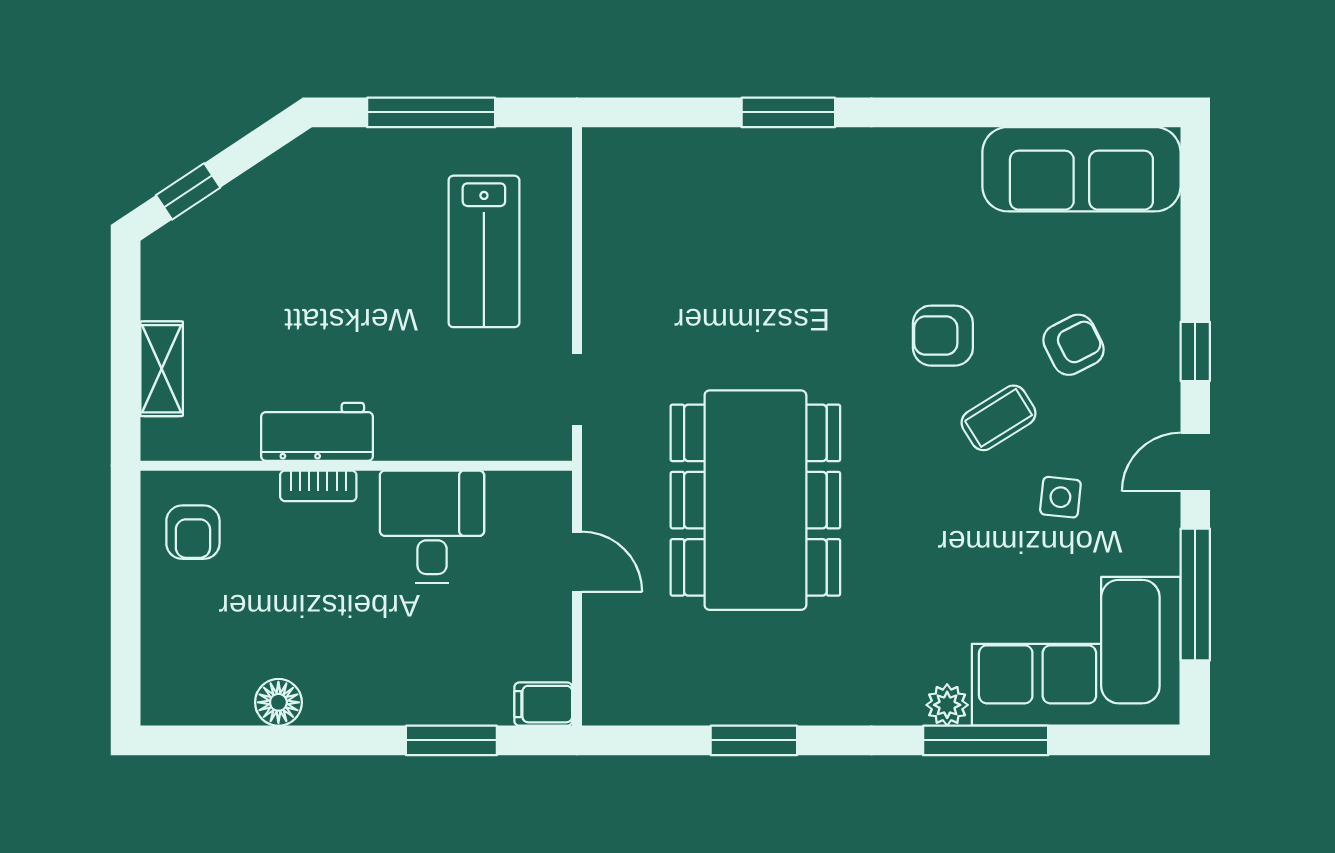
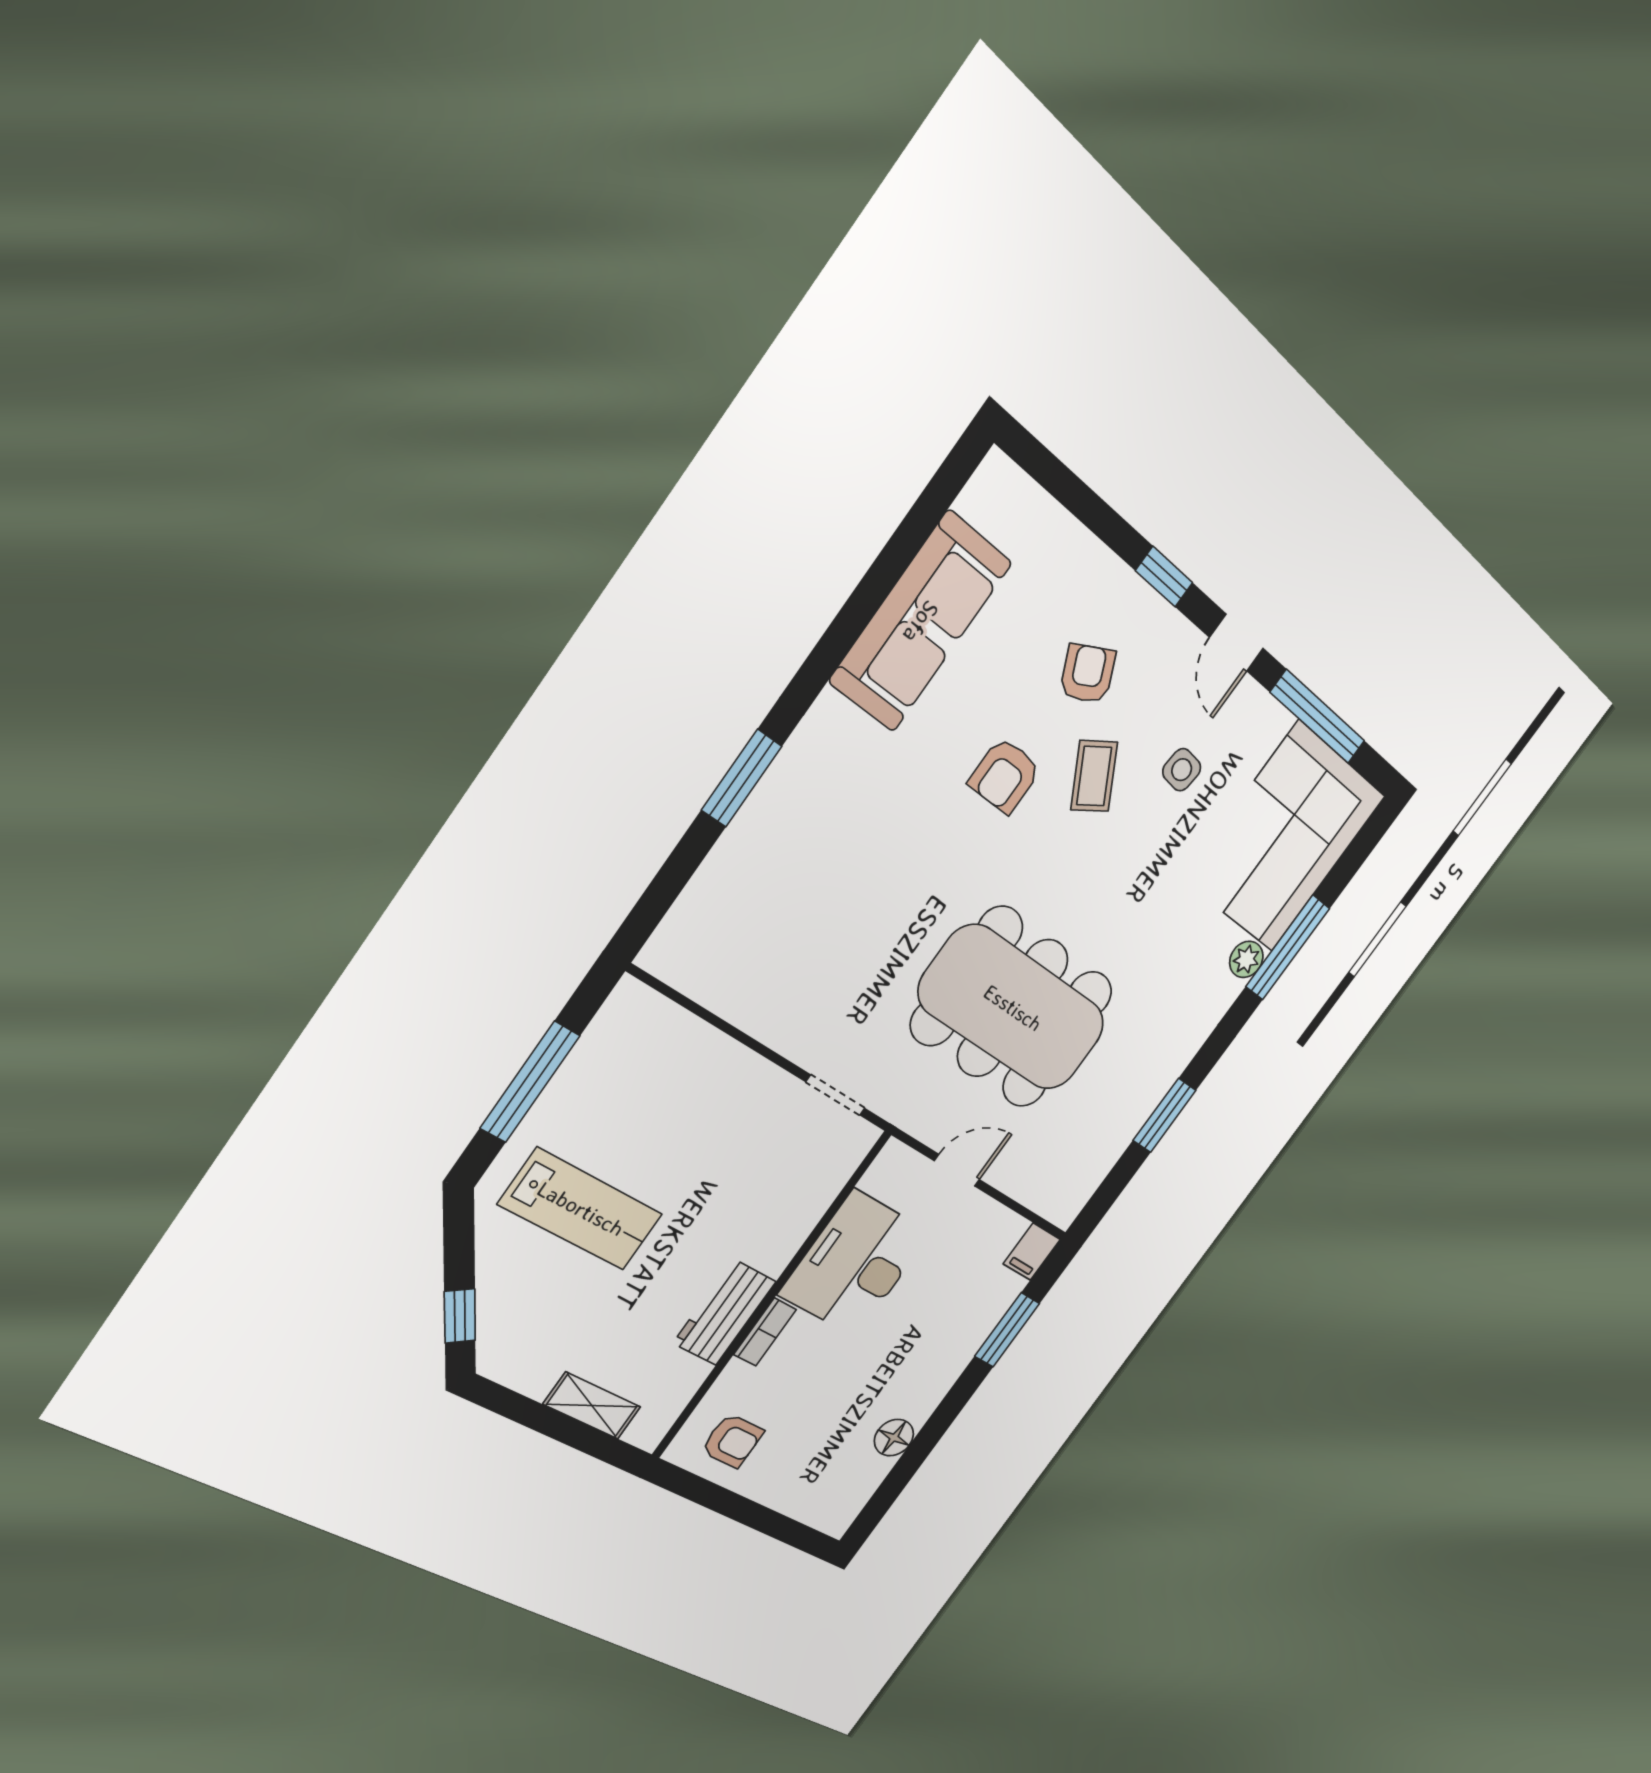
sofa: (1081, 169) -> (921, 622), moved
lab bench: (484, 251) -> (581, 1209), moved
desk: (432, 527) -> (855, 1264), width x1.37

